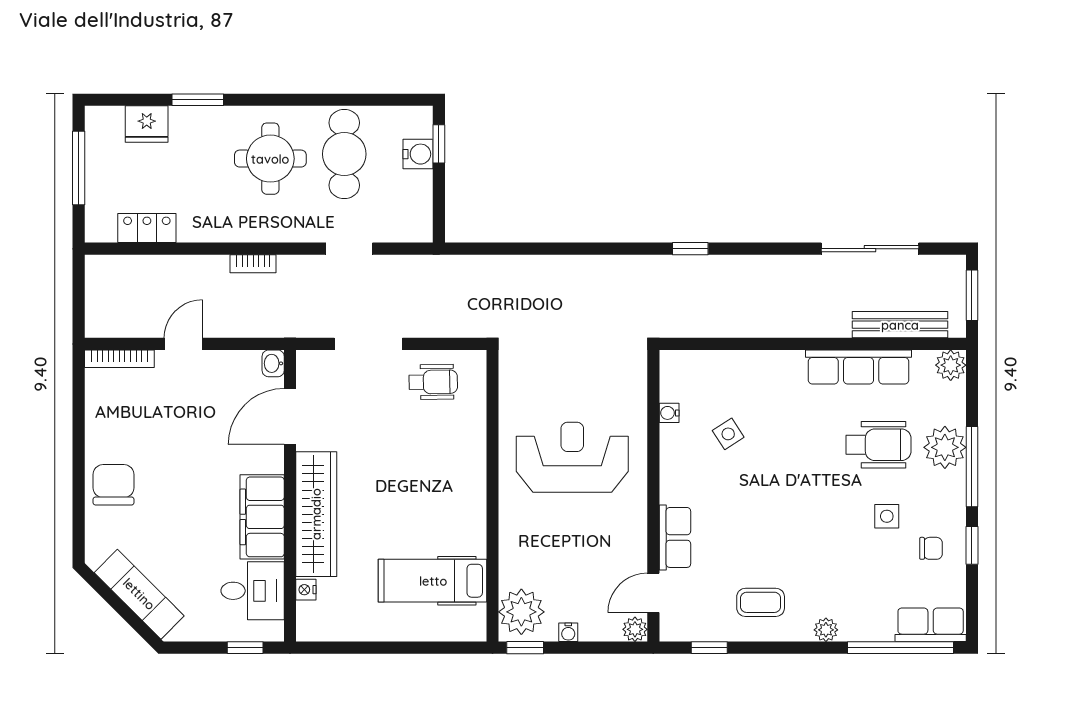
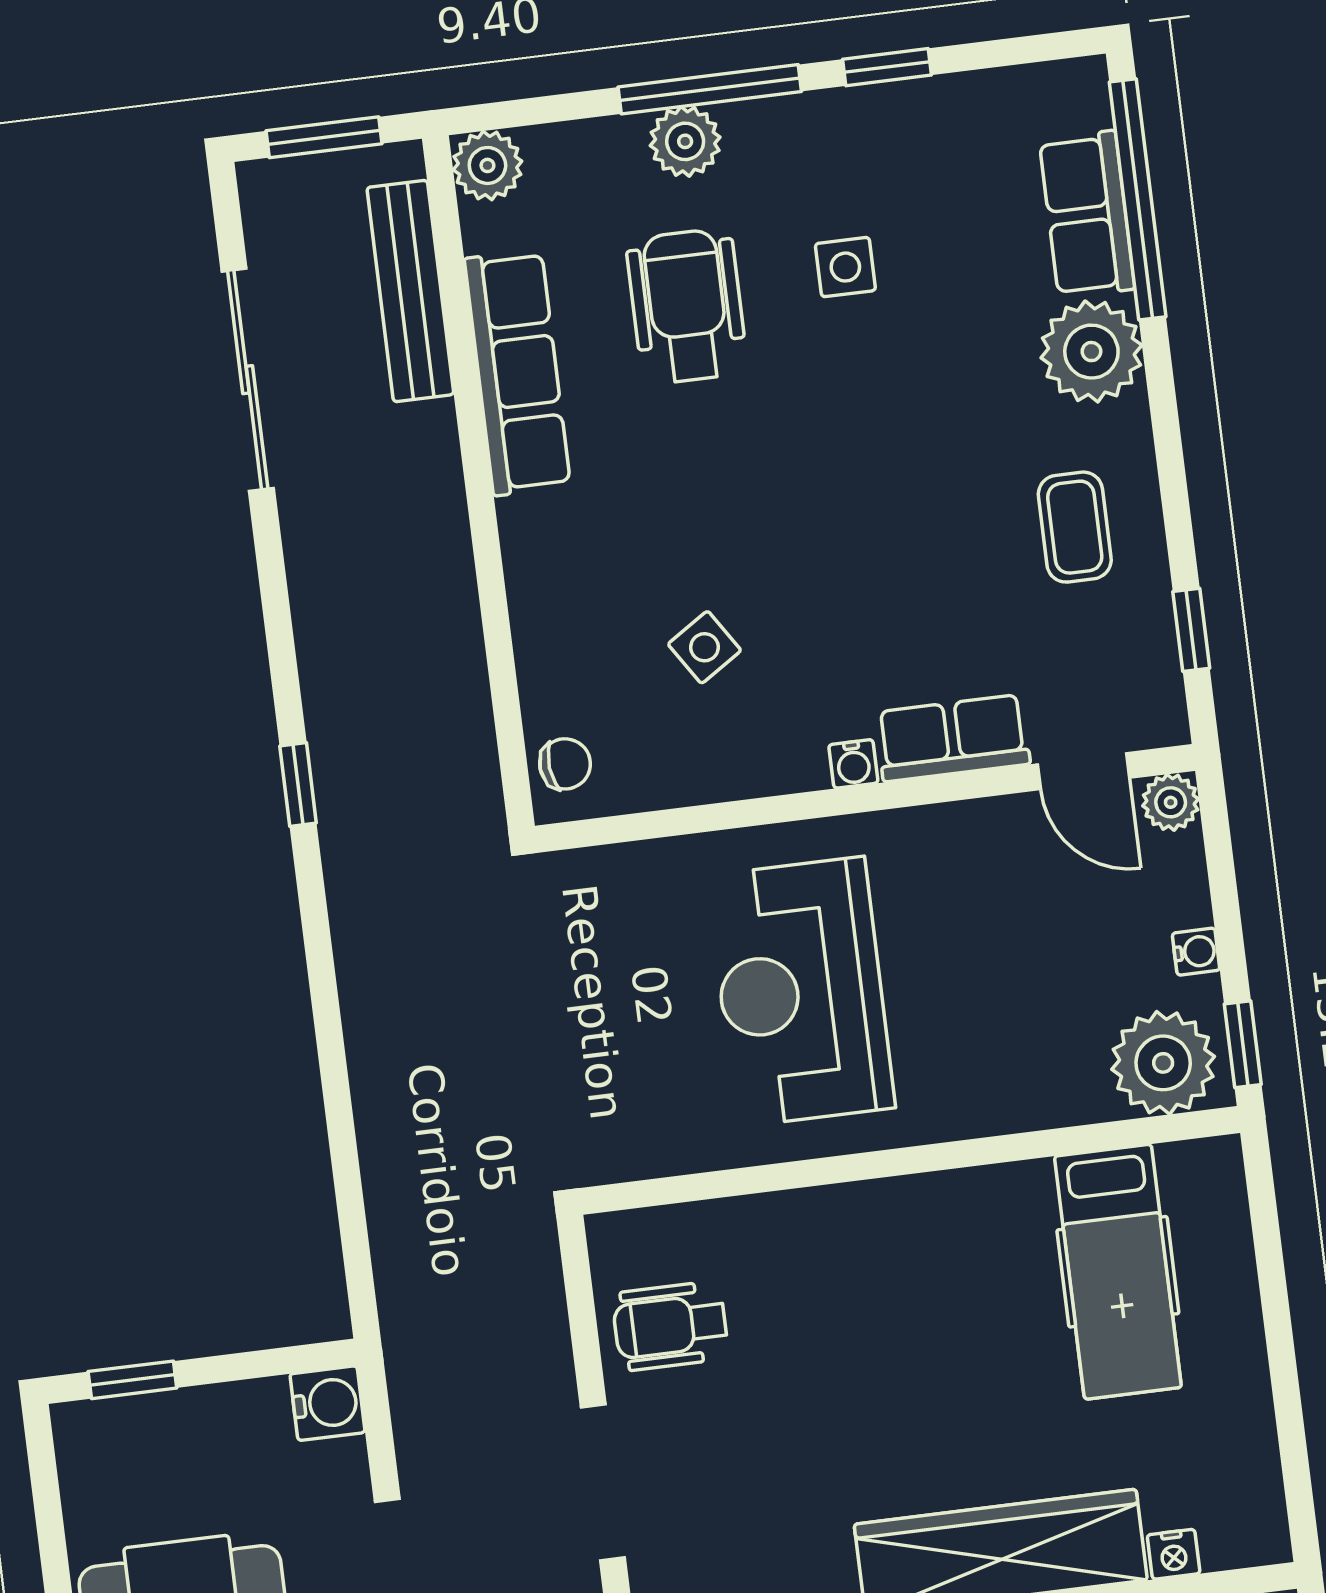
water cooler: (418, 154) -> (327, 1403), moved, turned 90
wheelchair: (433, 382) -> (670, 1326), turned -89
water cooler: (669, 413) -> (853, 764), moved
plant: (945, 447) -> (685, 141), width x0.73, depth x0.73
chair: (931, 548) -> (565, 764), moved, turned 85
row of seats: (931, 625) -> (1087, 214), moved
plant: (826, 630) -> (1091, 352), width x1.88, depth x1.88

